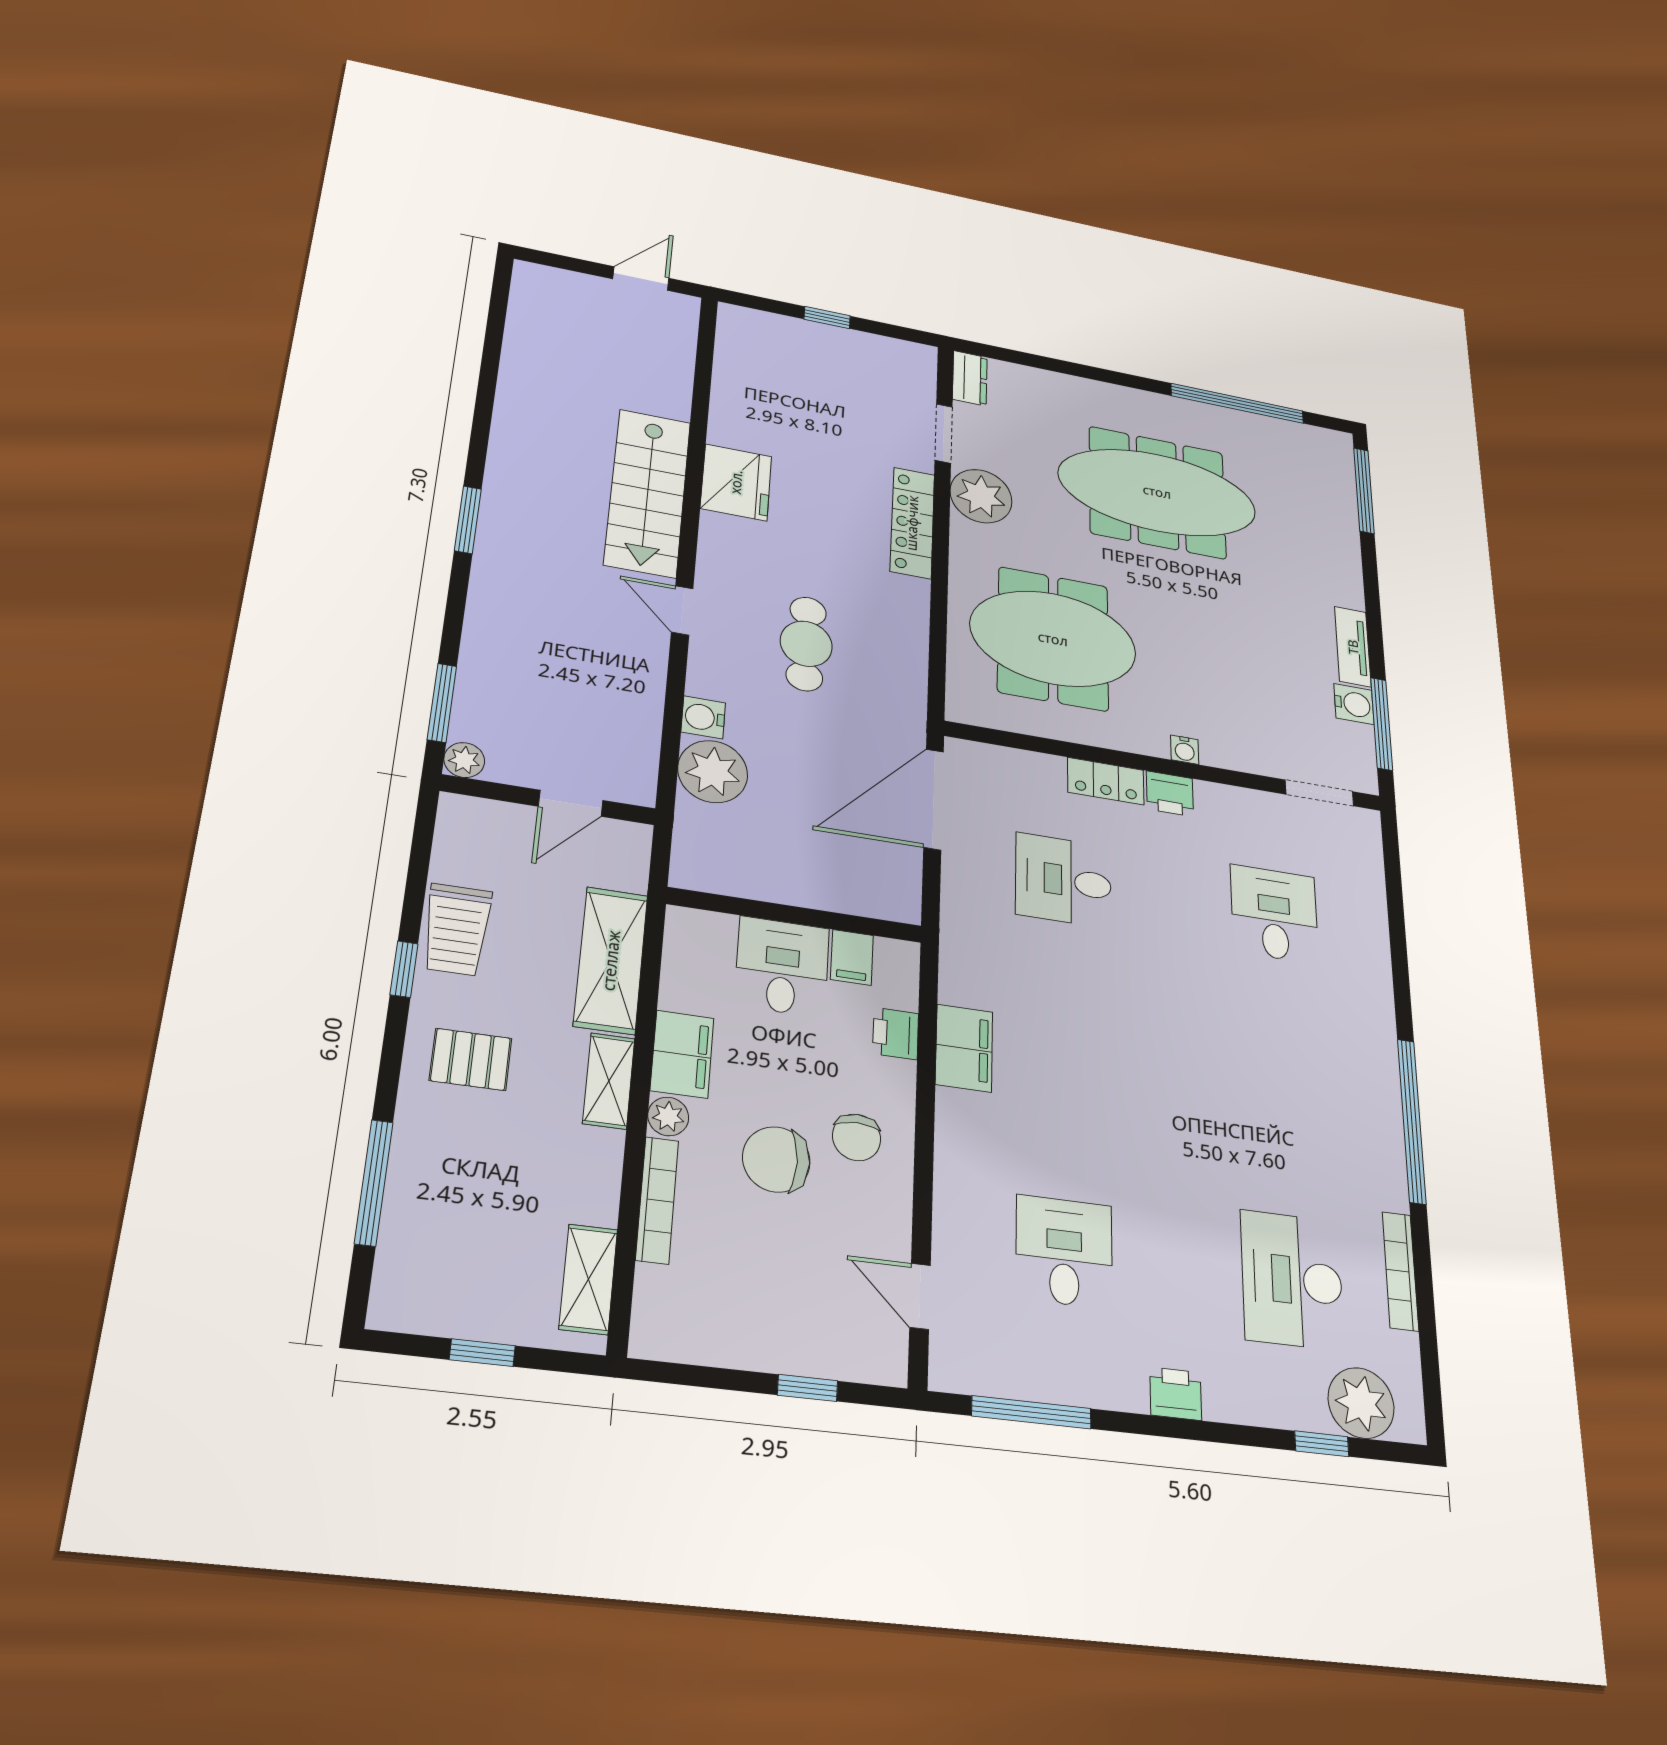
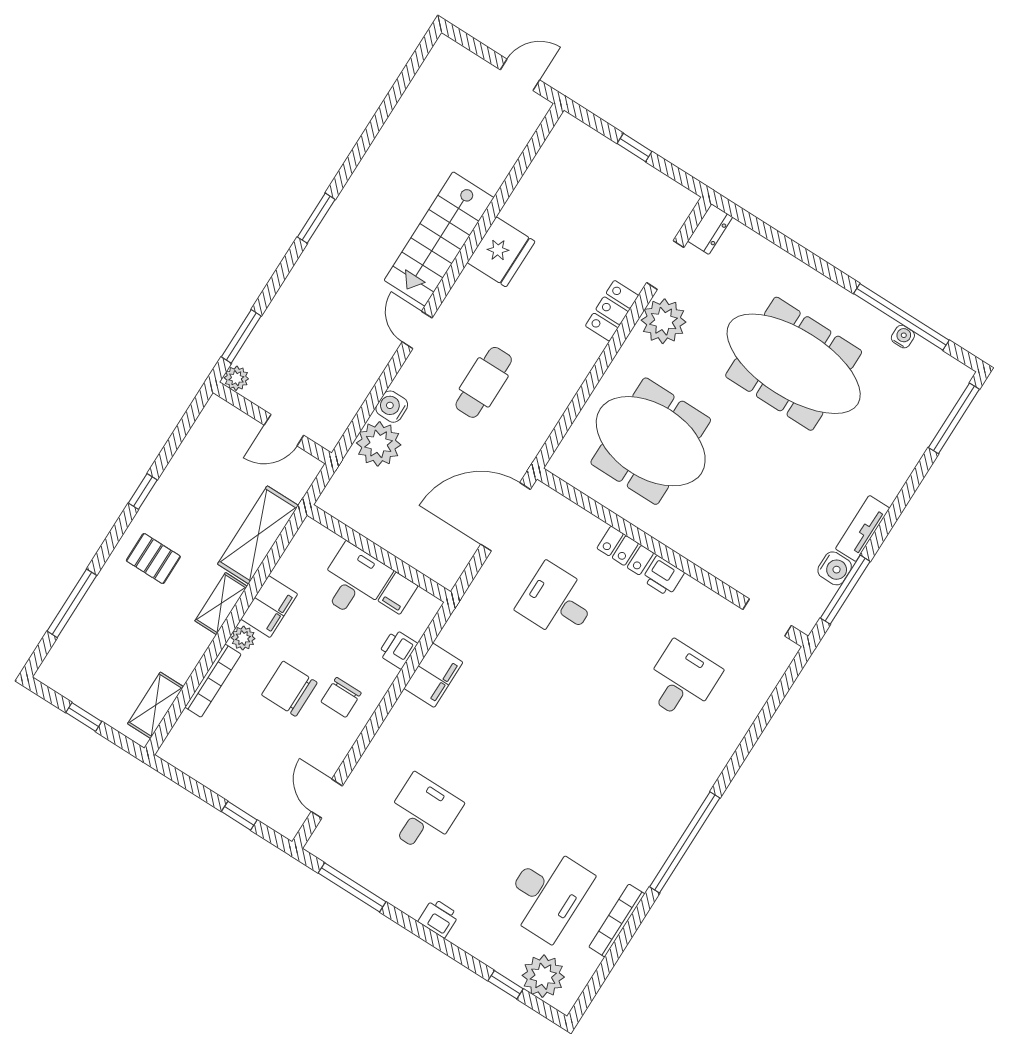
locker: (912, 523) -> (612, 311), width x0.66
water cooler: (1185, 750) -> (903, 337), moved, turned 180
trolley: (457, 930) -> (182, 480), removed
desk: (1292, 1280) -> (547, 893), turned 180

